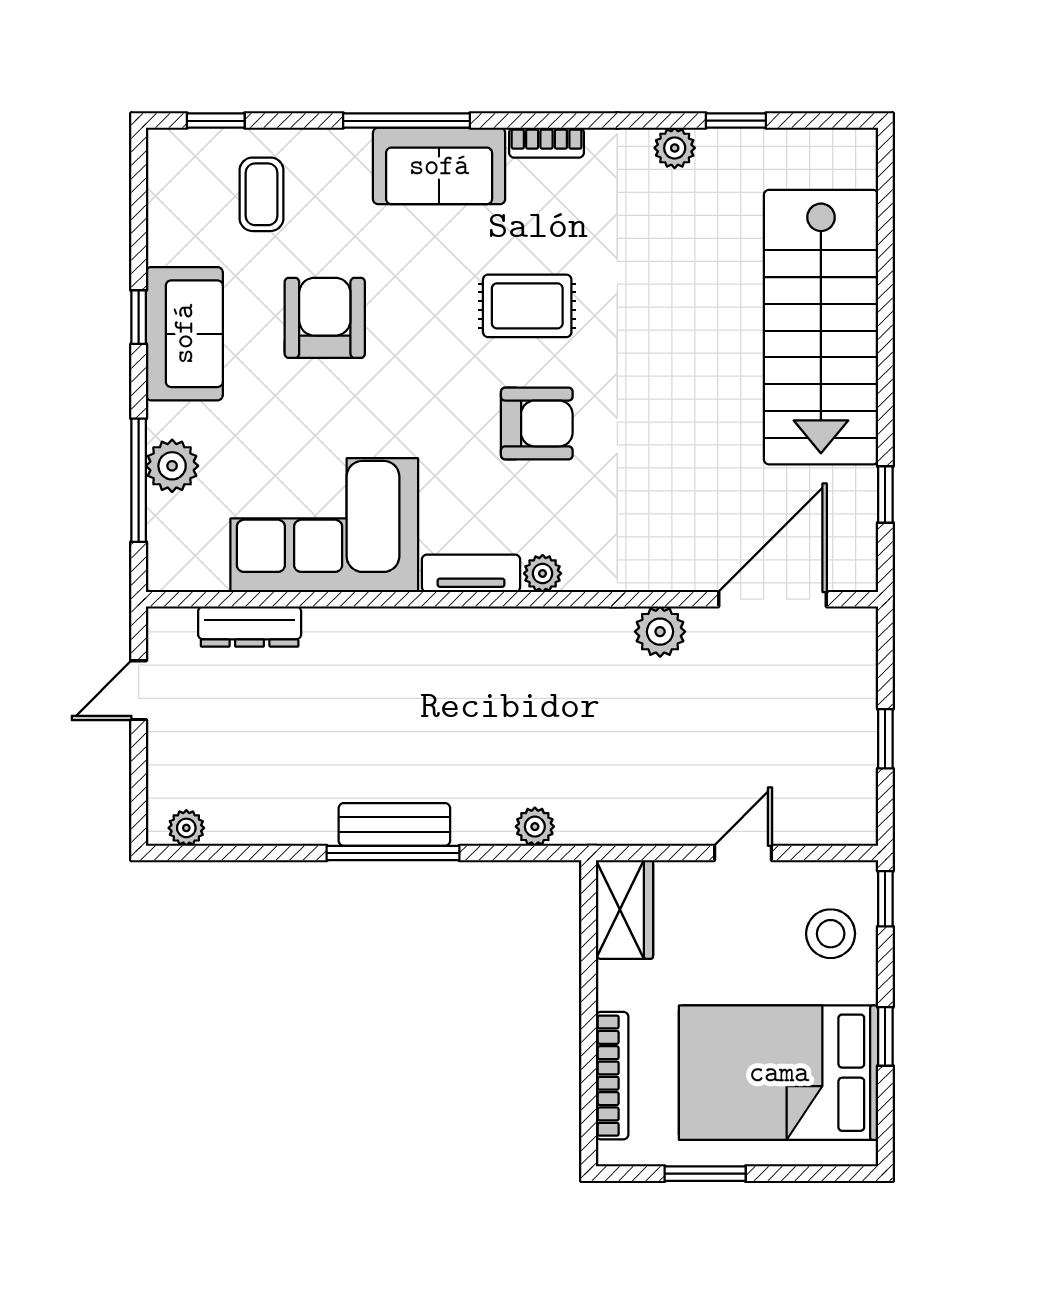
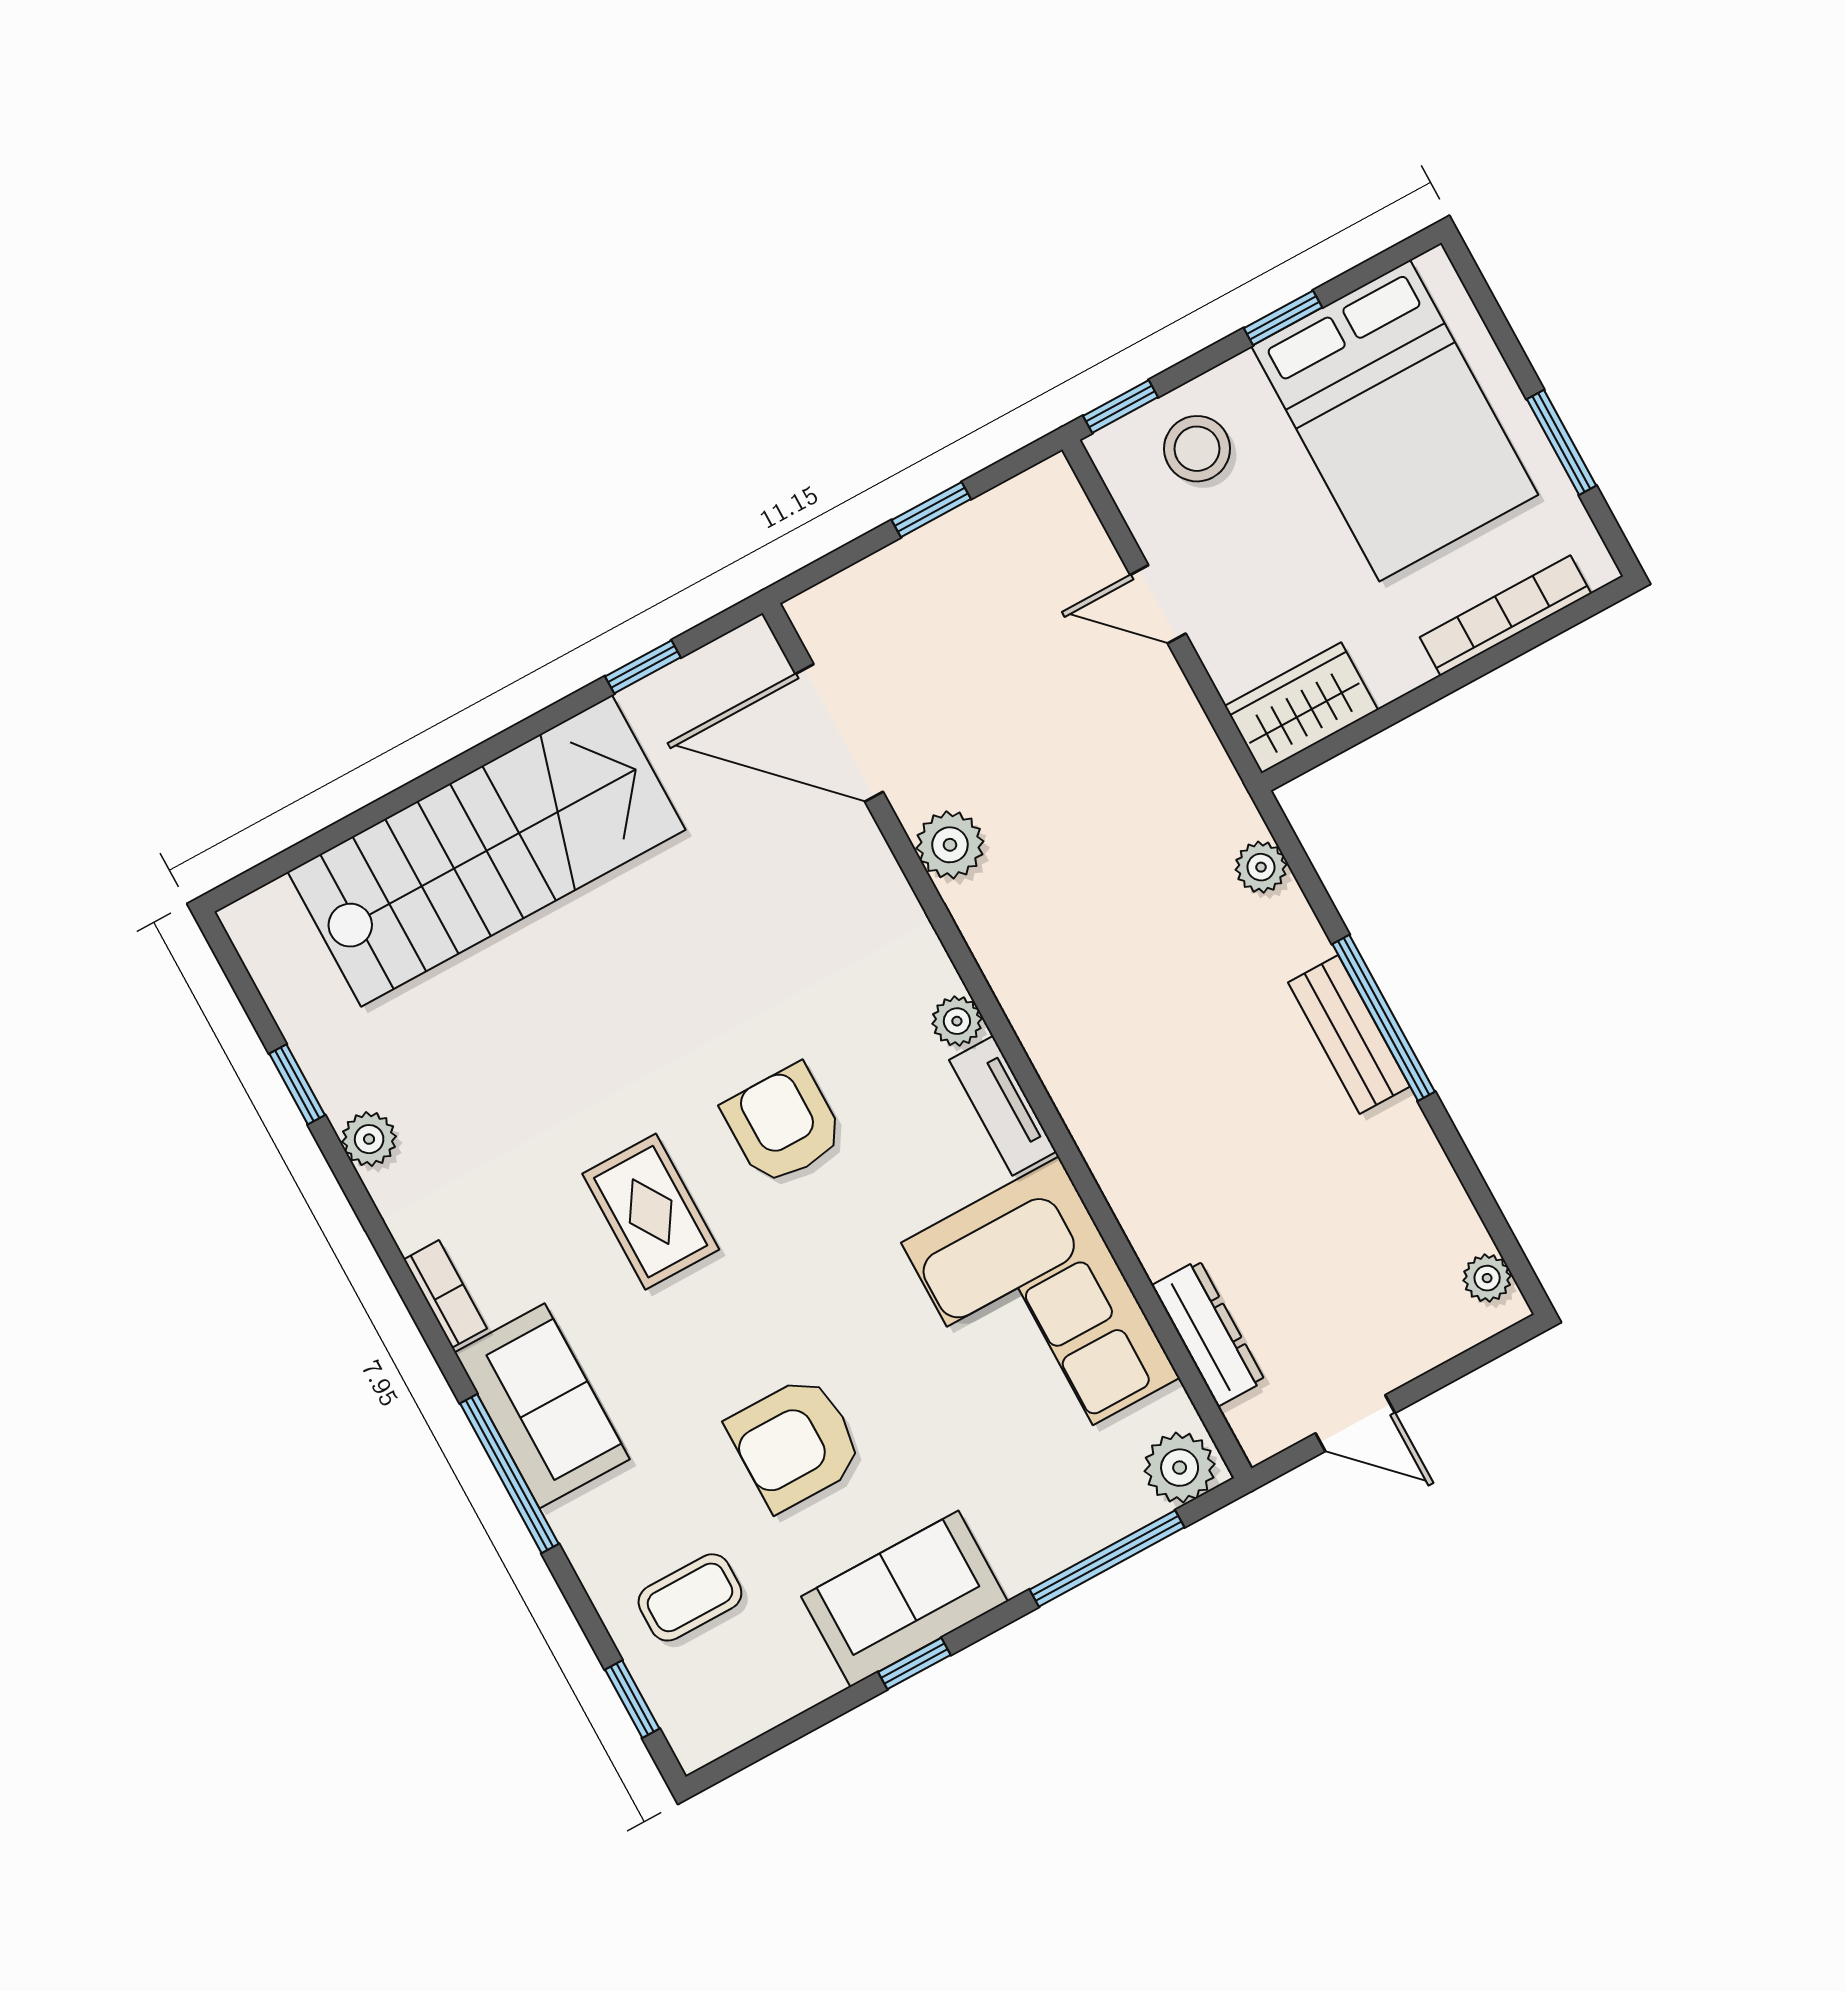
plant: (172, 466) -> (1180, 1468), moved

